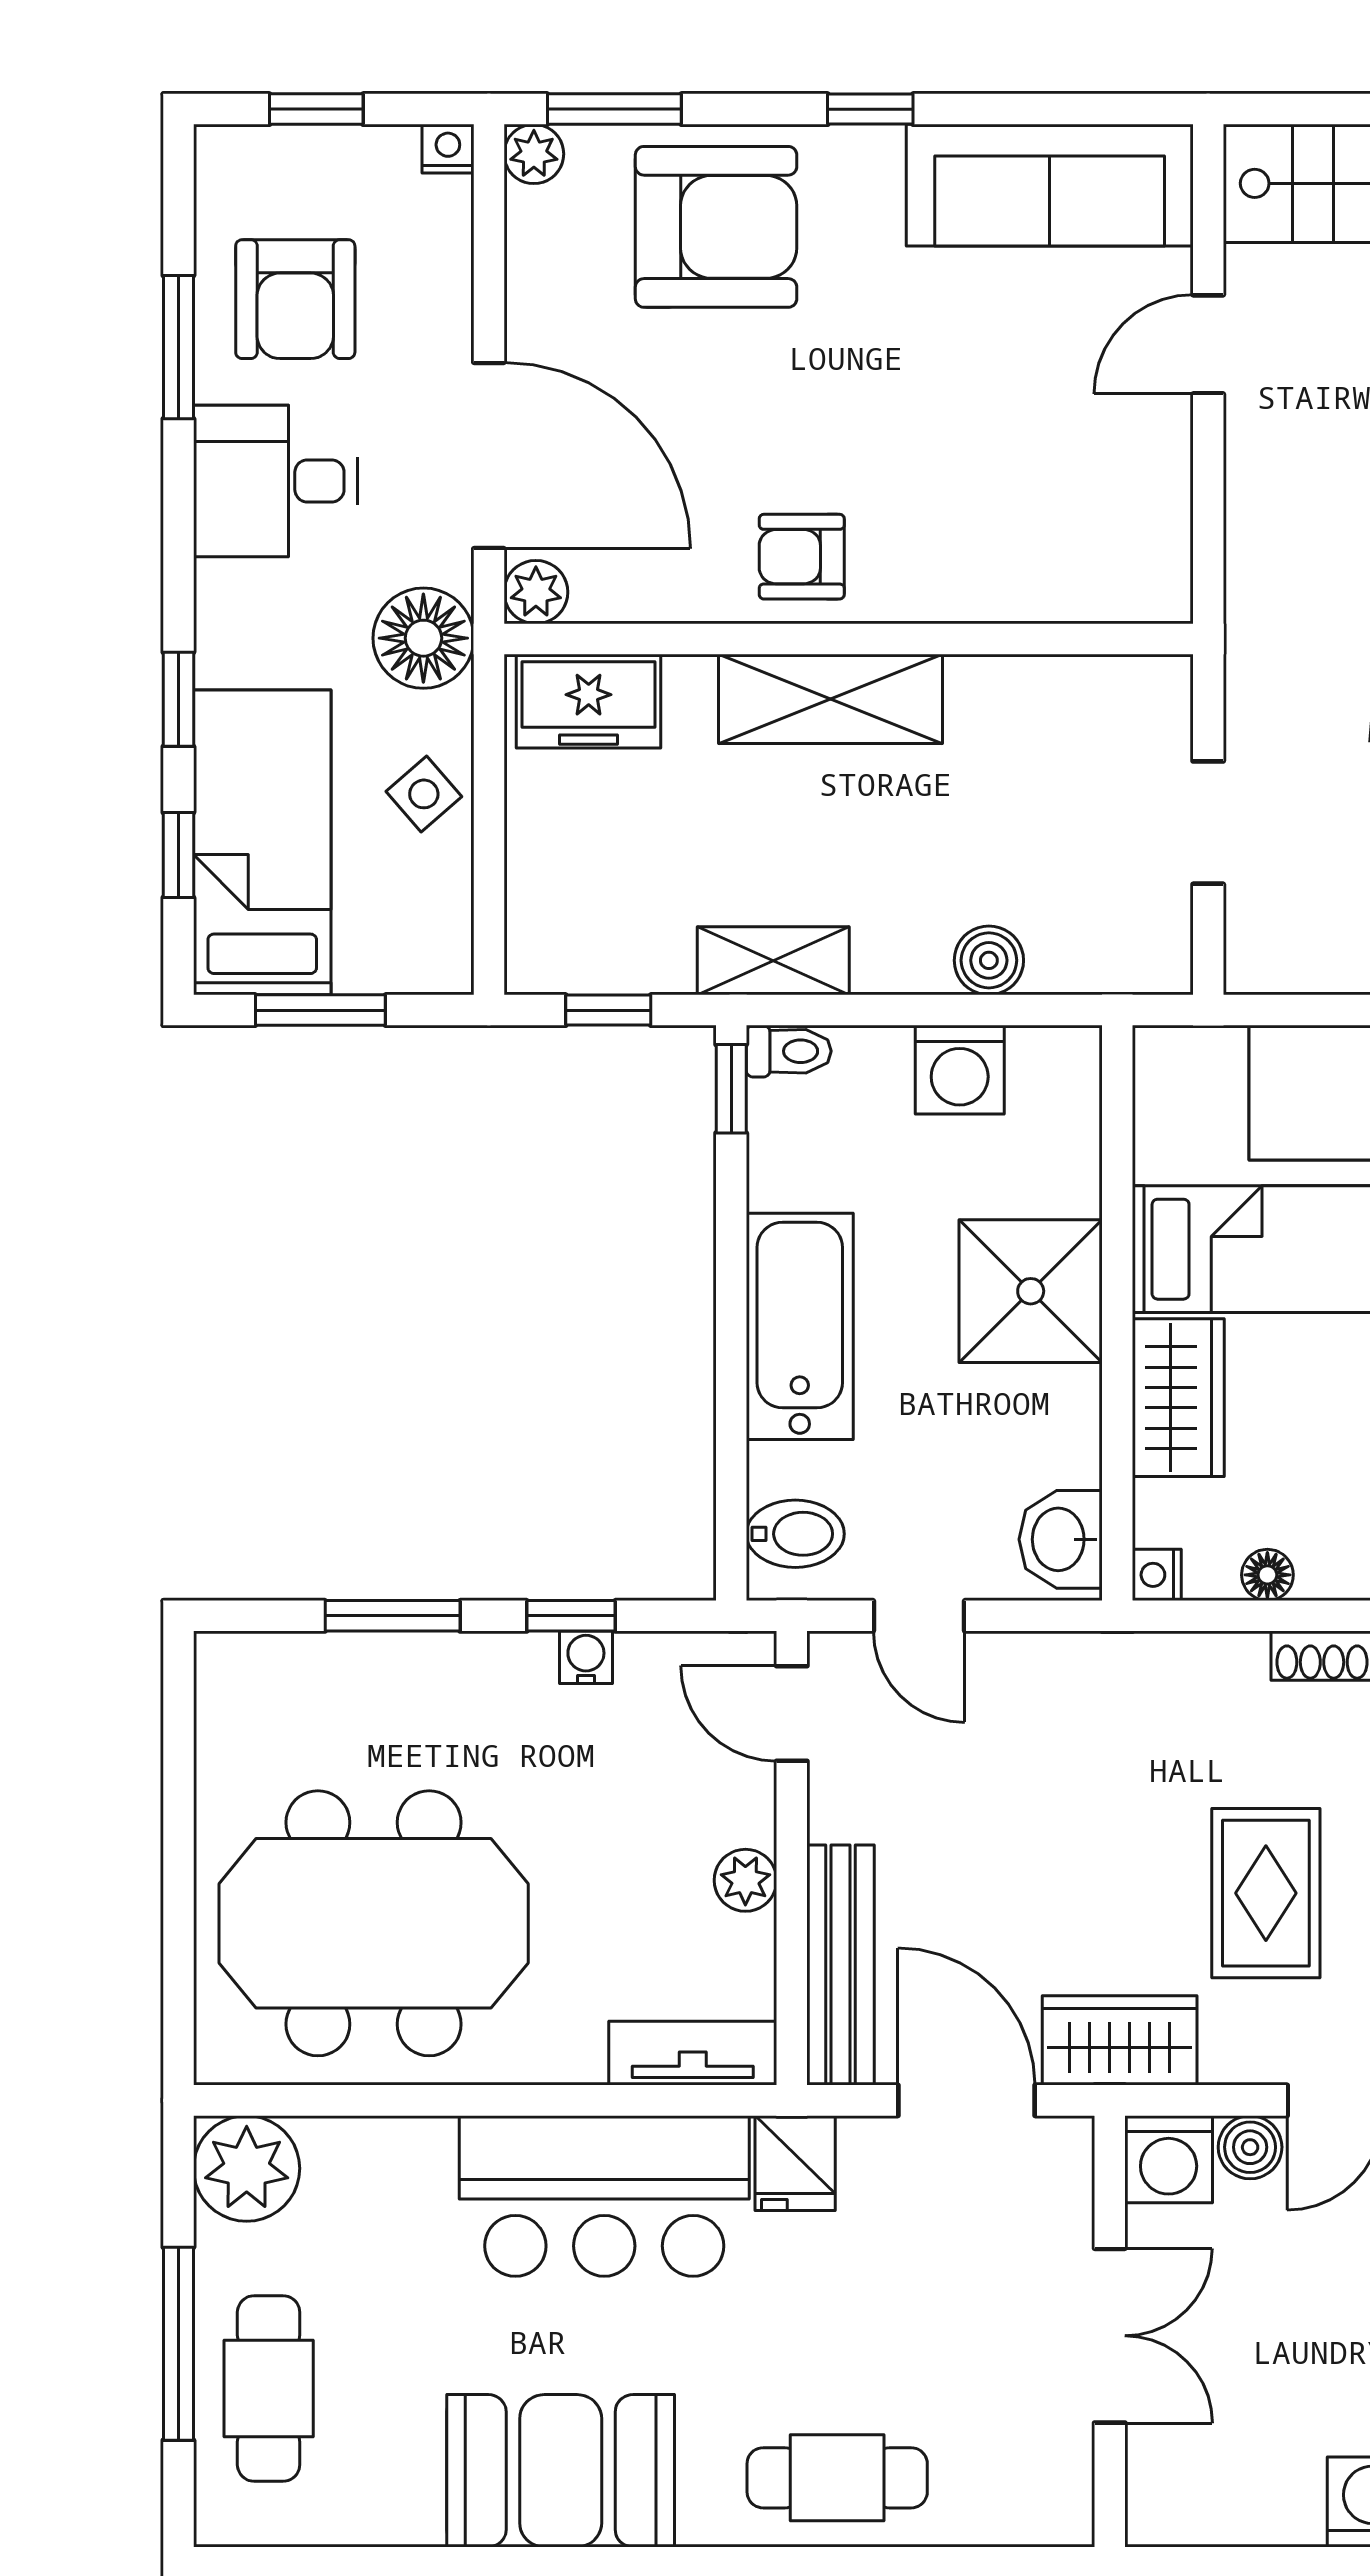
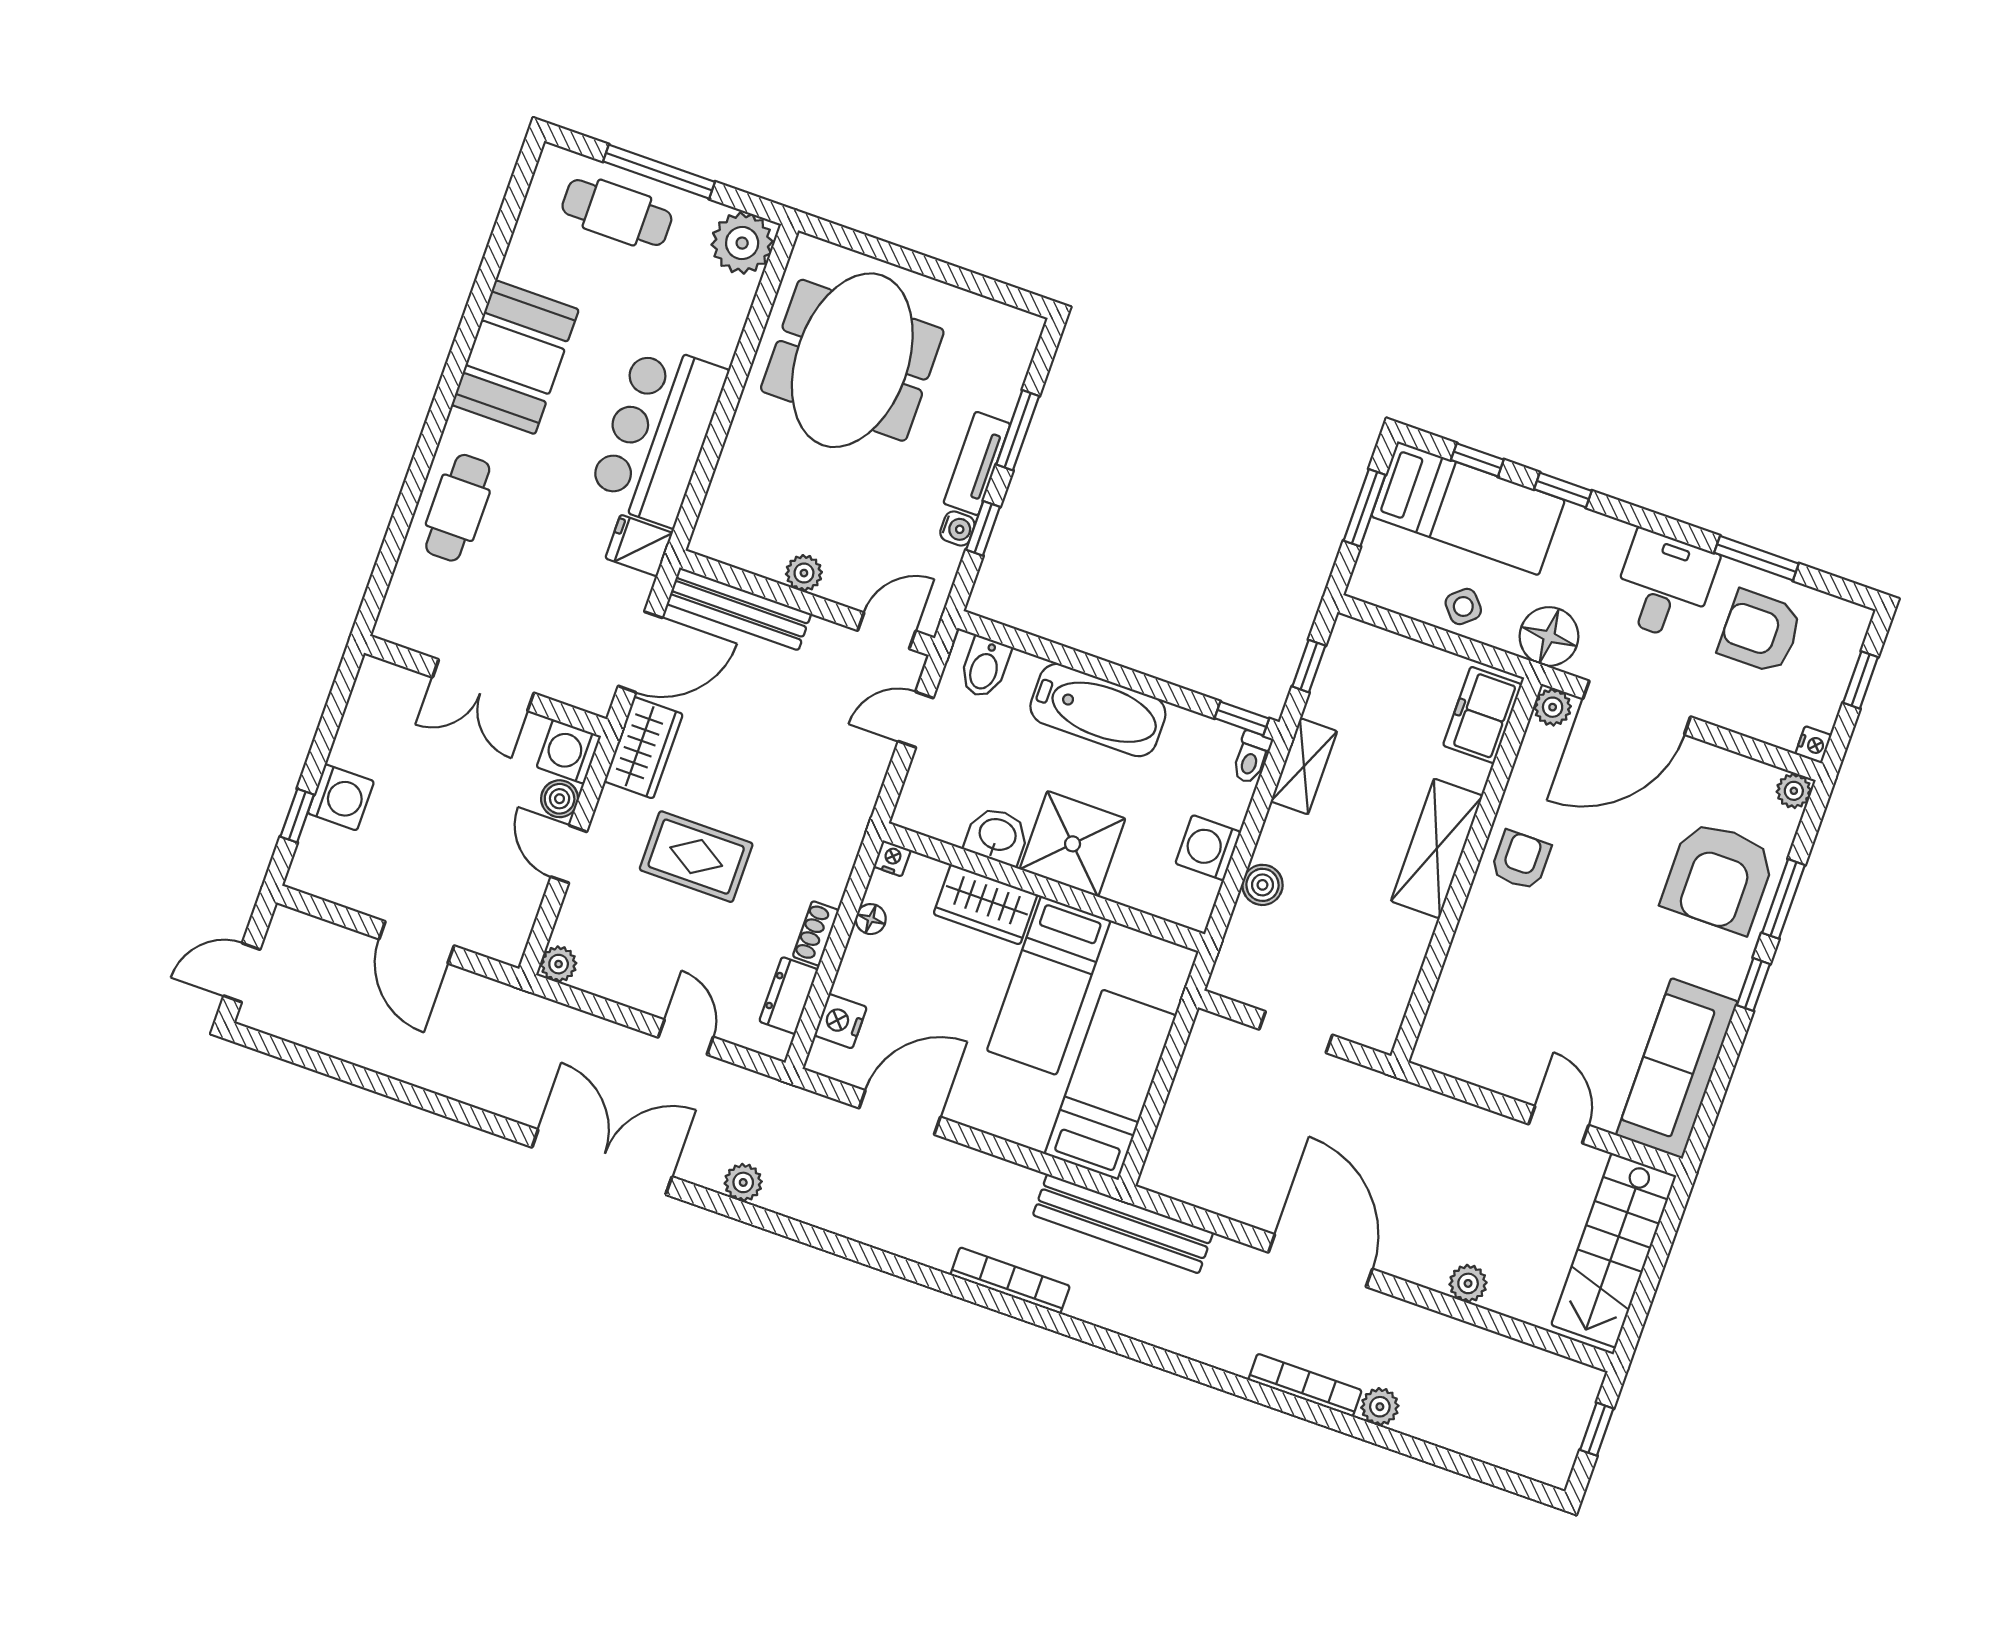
window: (614, 109) -> (1784, 899), moved
washbasin: (1061, 1539) -> (997, 836), moved
tv unit: (693, 2053) -> (977, 463), moved, turned 180

